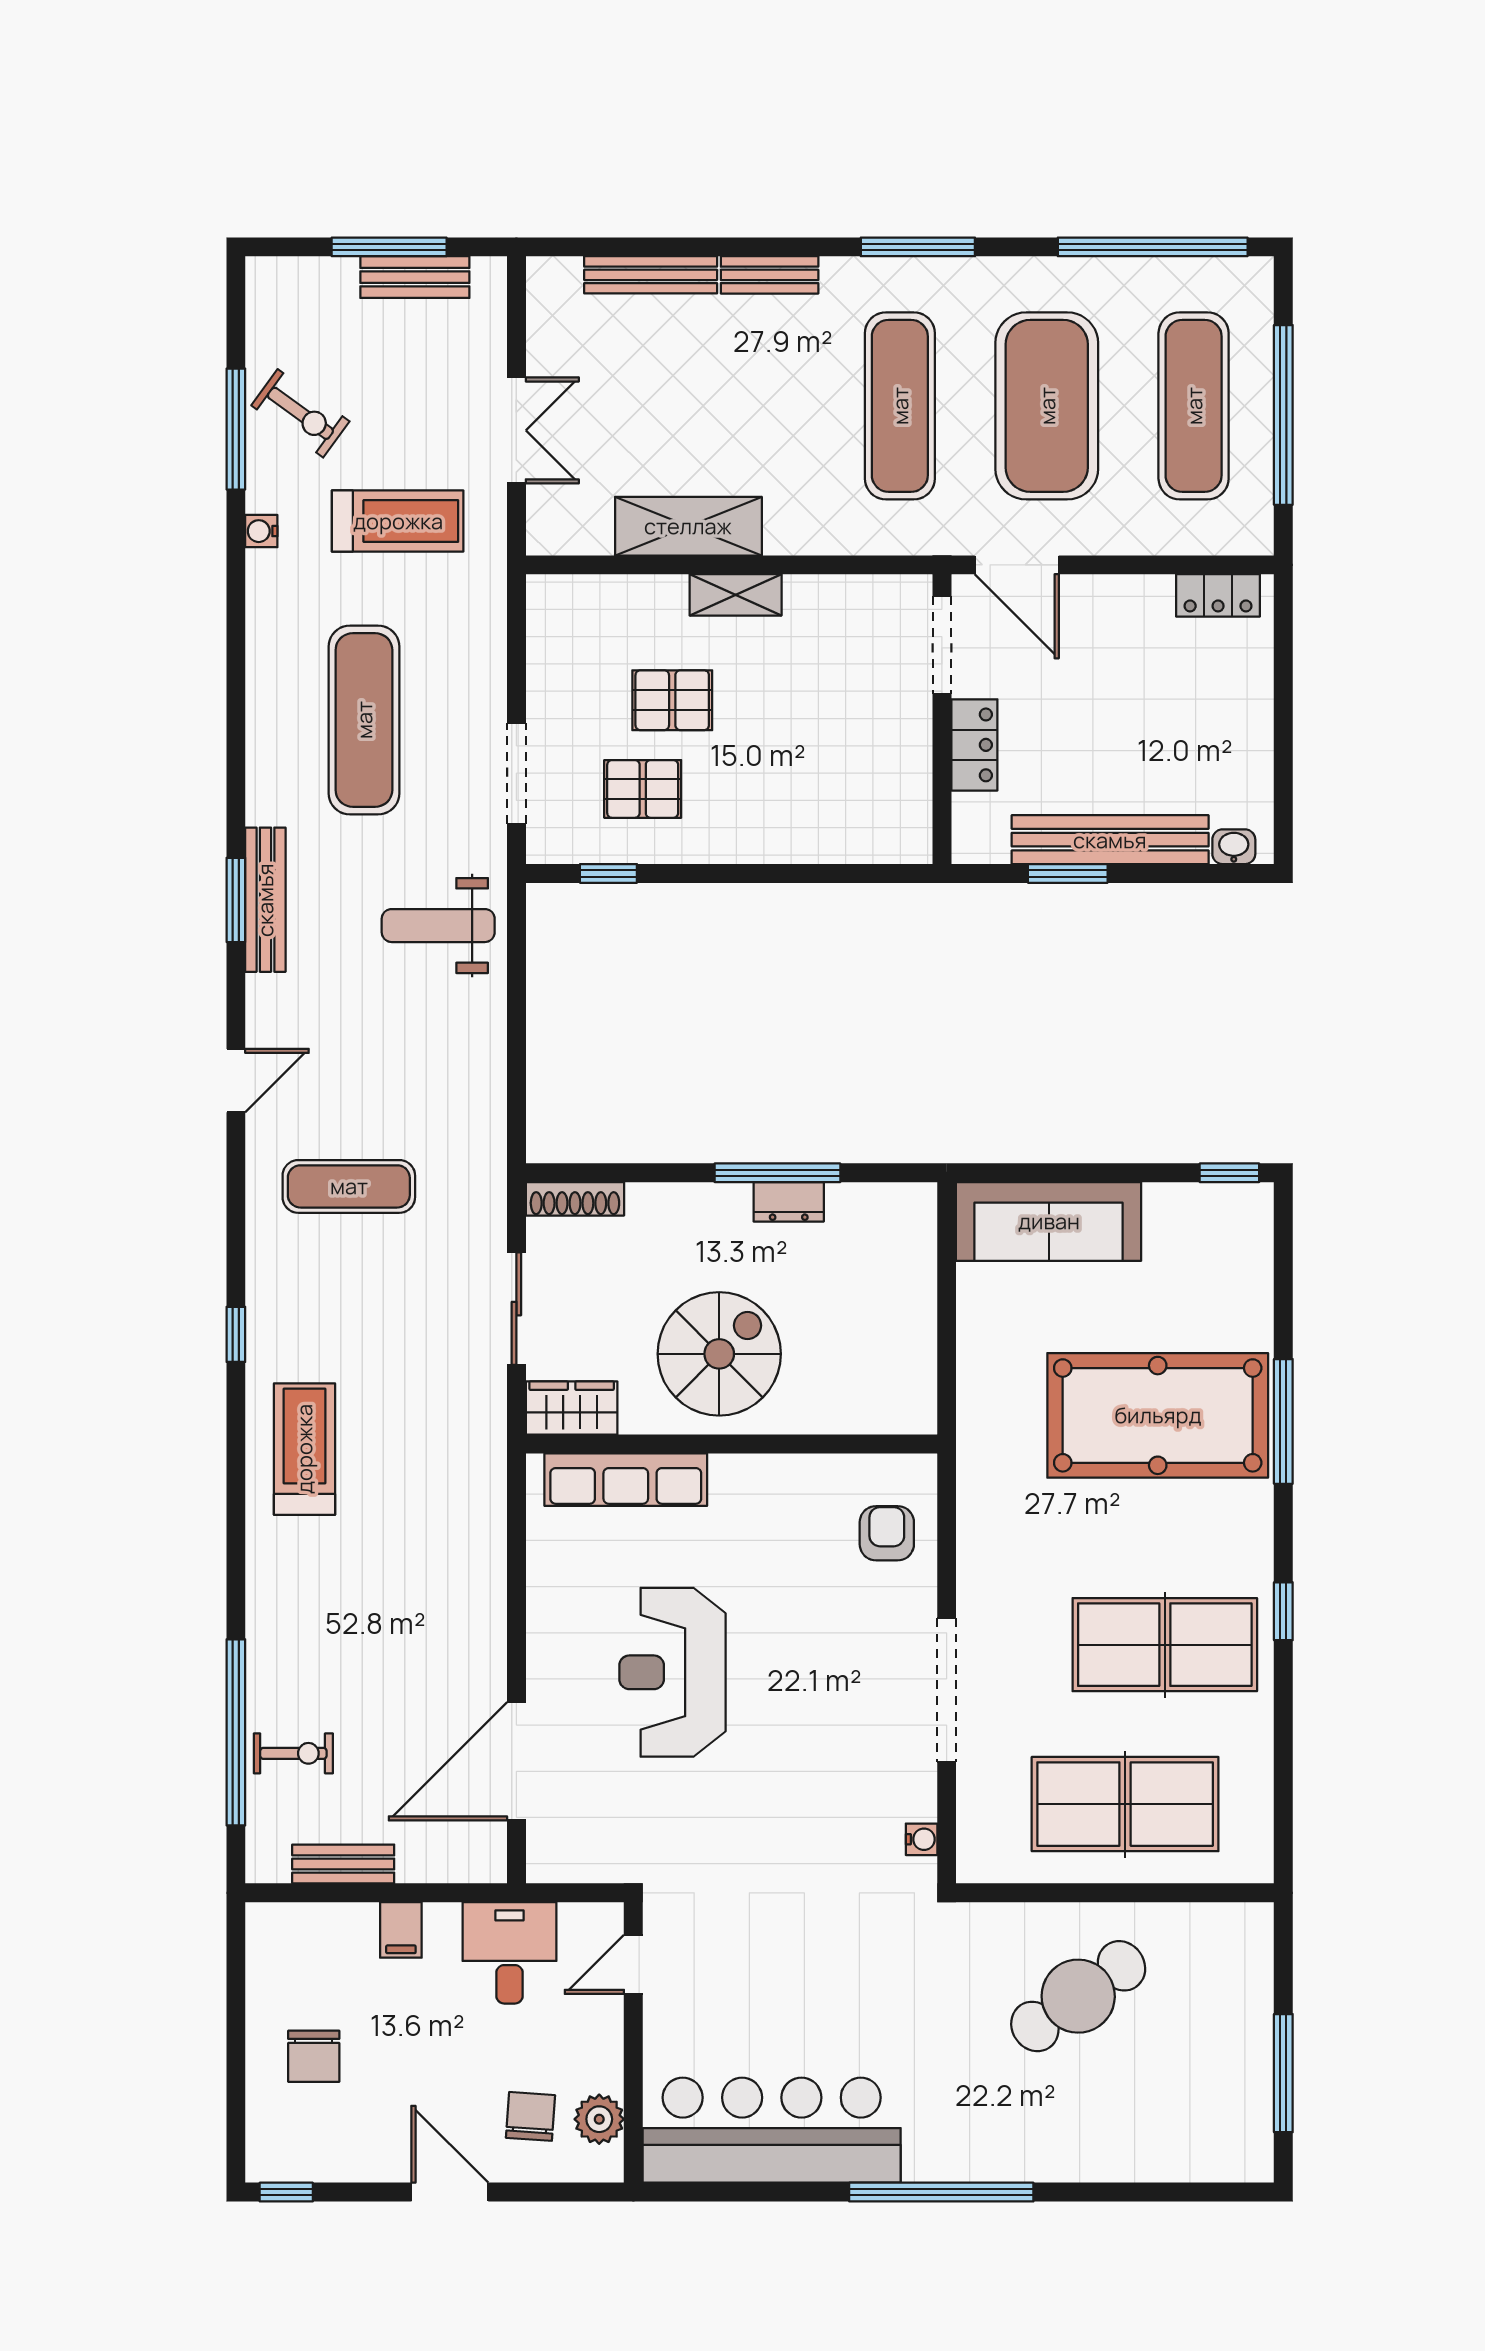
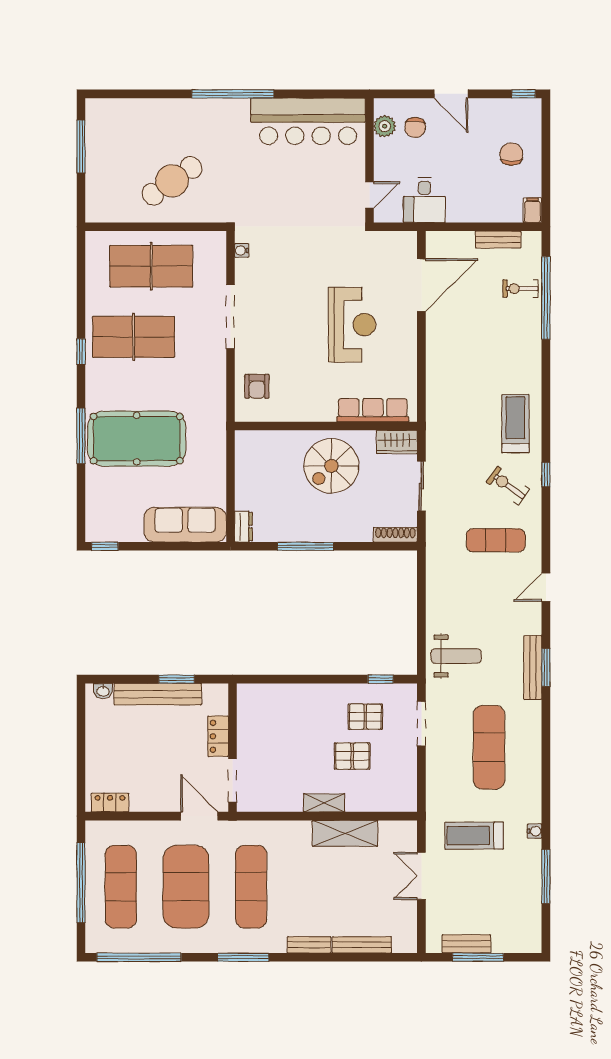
exercise bike: (300, 413) -> (508, 486), moved
dresser: (789, 1202) -> (243, 527), moved, turned 90
treadmill: (304, 1449) -> (515, 424), turned 180
filing cabinet: (401, 1930) -> (532, 210), moved

